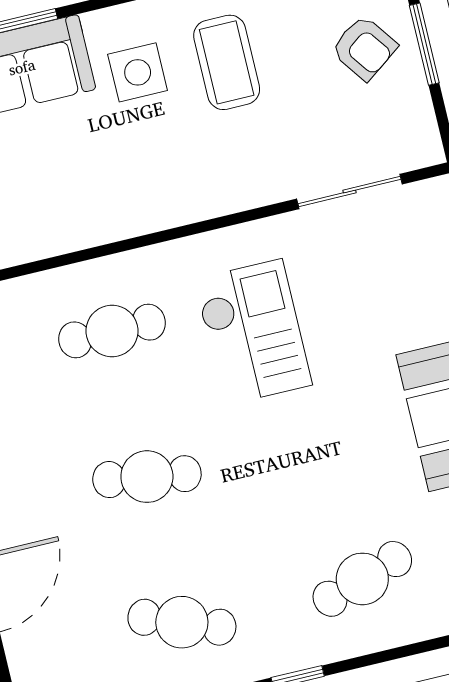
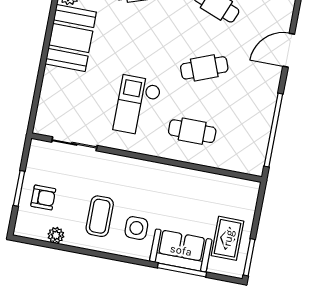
armchair: (364, 48) -> (43, 198), turned 126
cafe table: (147, 477) -> (204, 68), turned -30

